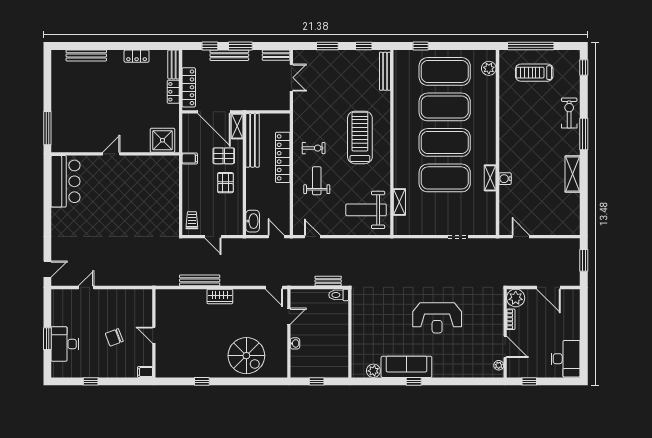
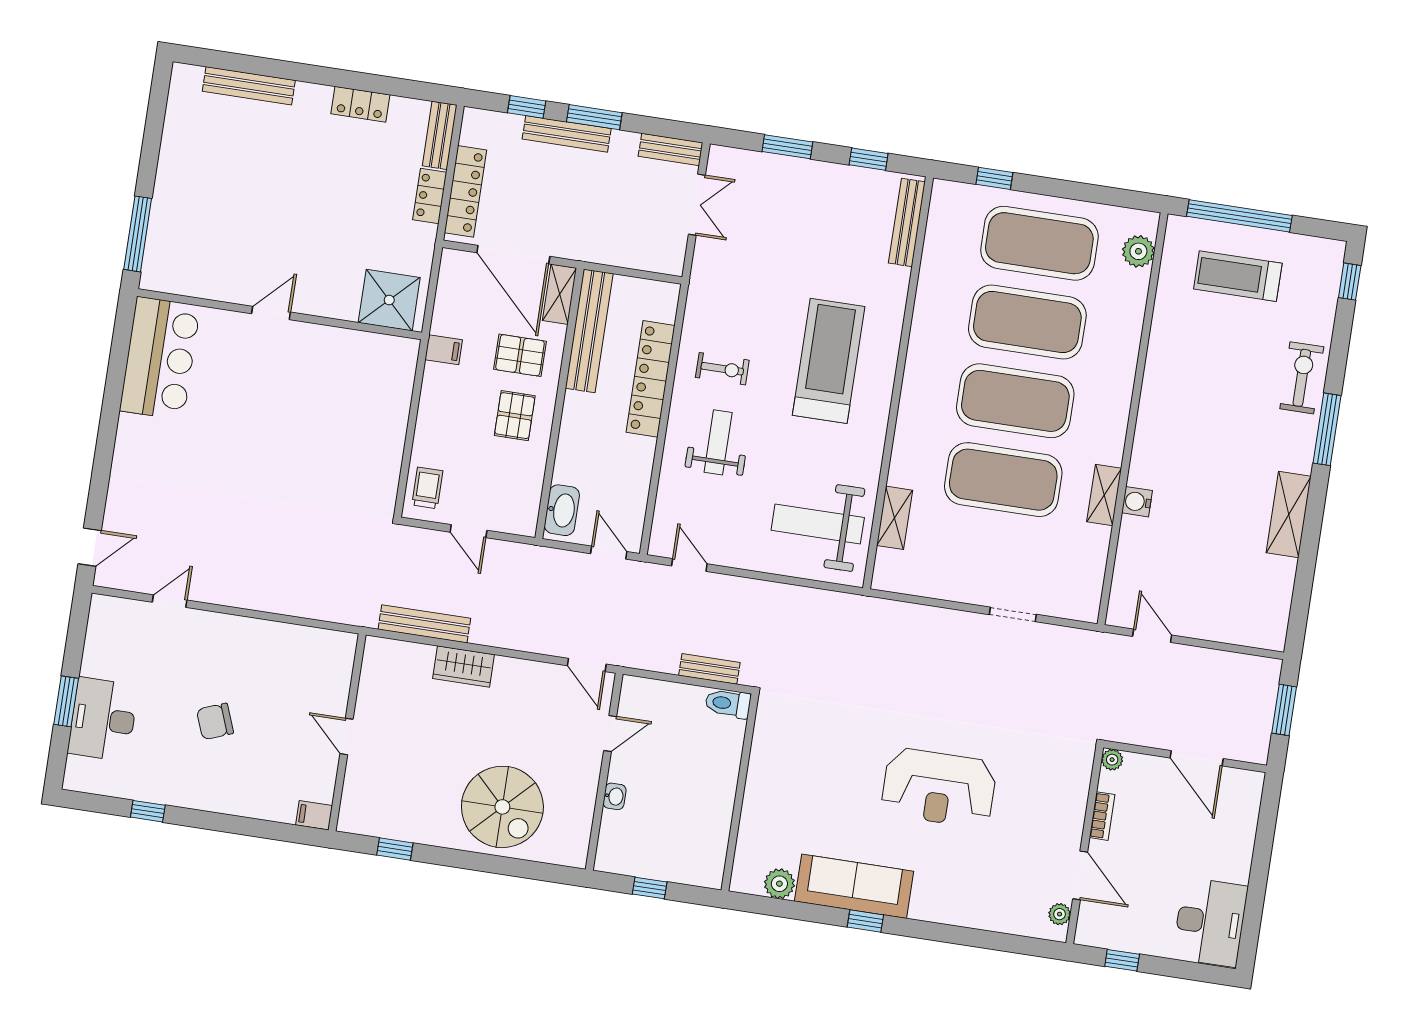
plant: (516, 298) -> (1112, 760), width x0.53, depth x0.53
wall: (154, 333) -> (347, 732), moved
door: (154, 335) -> (346, 736), moved
filing cabinet: (145, 372) -> (314, 815), moved

